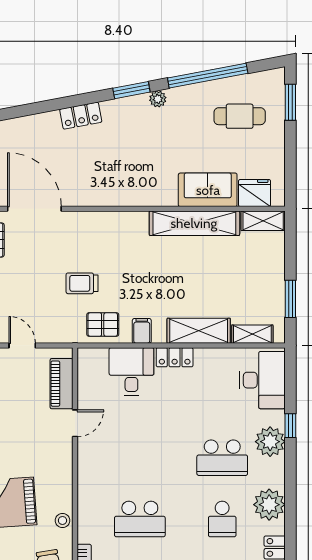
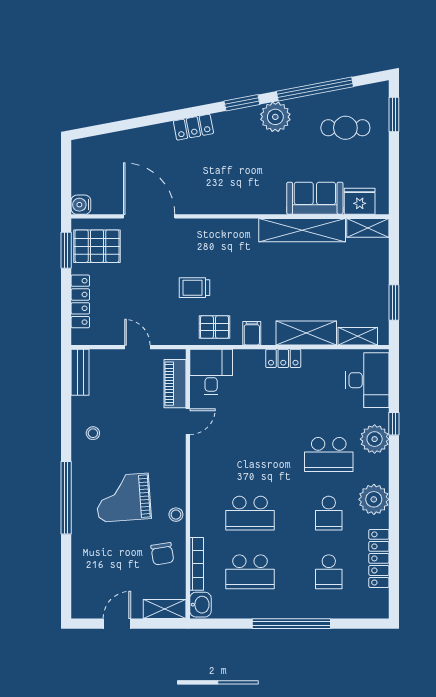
plant: (158, 99) -> (275, 117), width x1.87, depth x1.87
desk: (131, 372) -> (211, 372), moved

